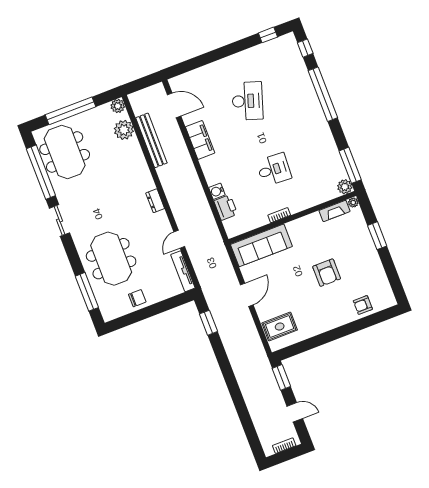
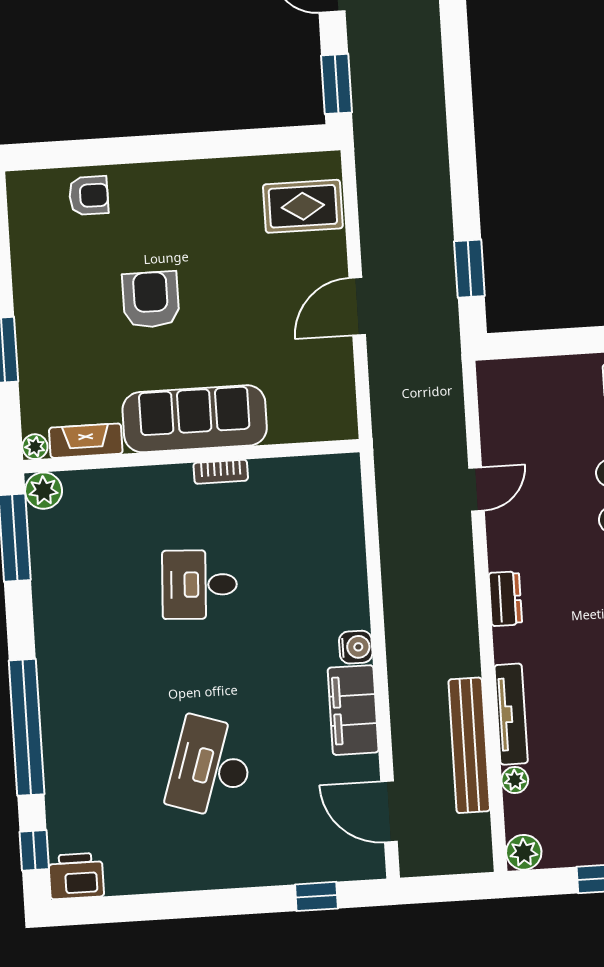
window: (268, 35) -> (316, 896), moved
plant: (124, 130) -> (515, 780), width x0.53, depth x0.53
water cooler: (217, 191) -> (356, 647), moved
printer: (226, 207) -> (76, 876), moved, turned 90
sofa: (261, 245) -> (195, 419), moved
tv unit: (183, 271) -> (511, 714), moved

